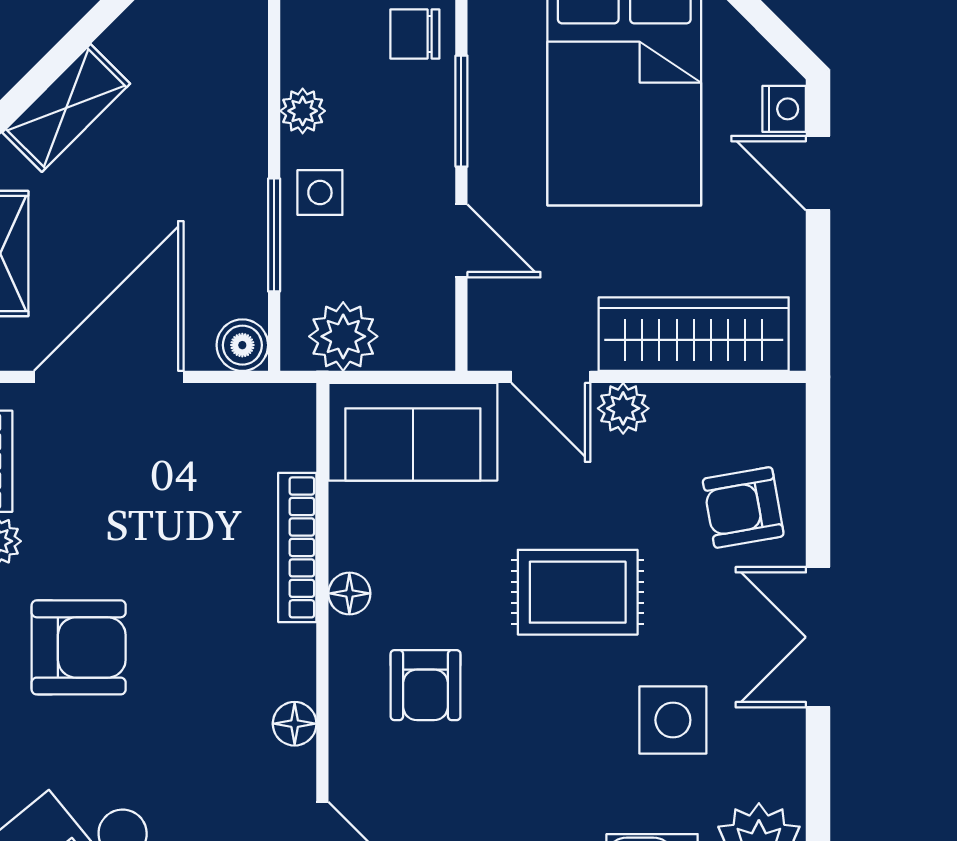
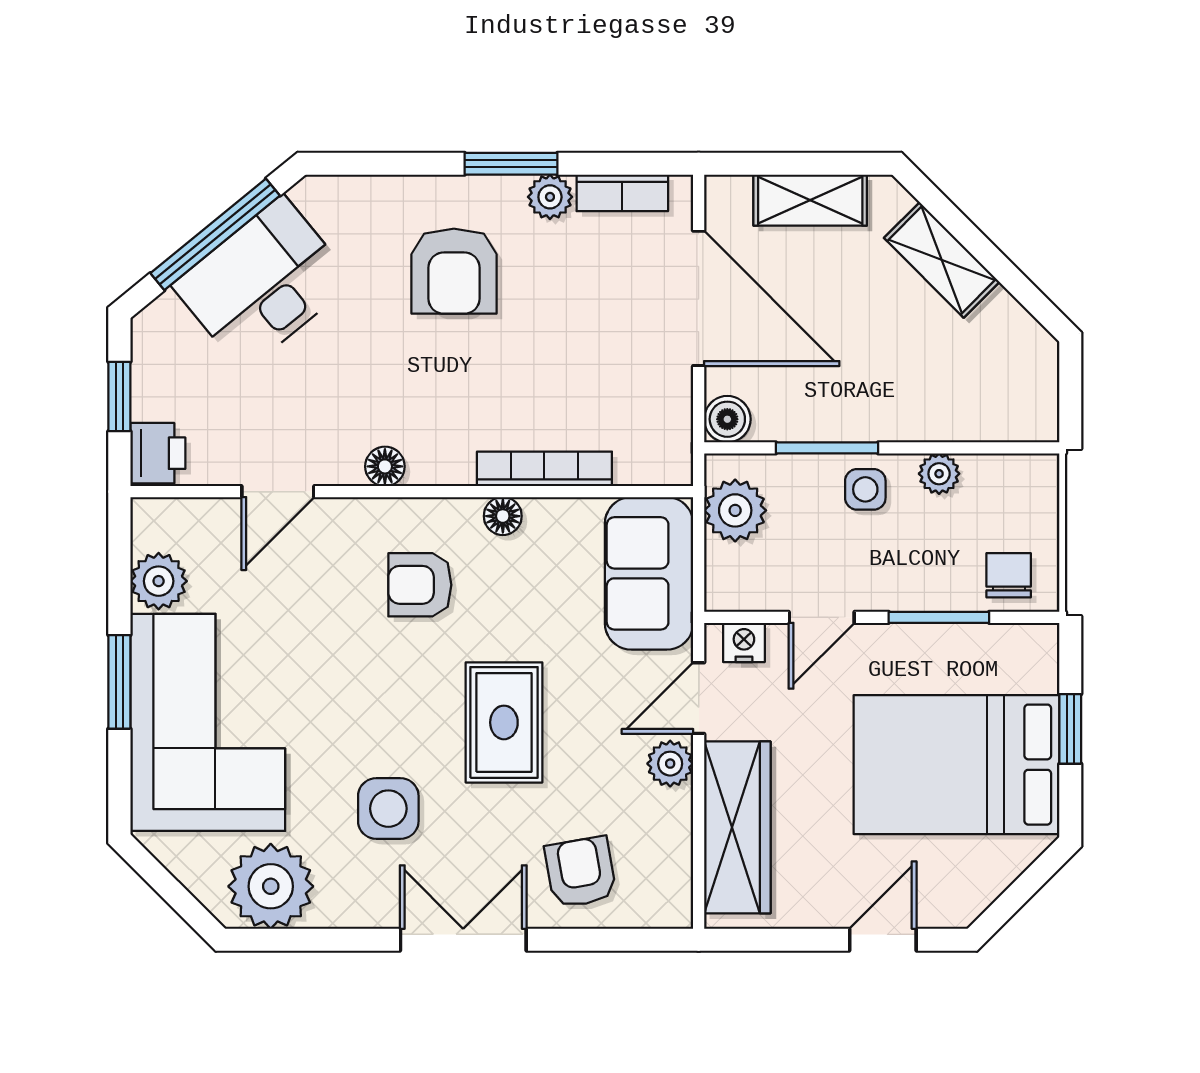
nightstand: (784, 109) -> (744, 642), moved, turned 180

